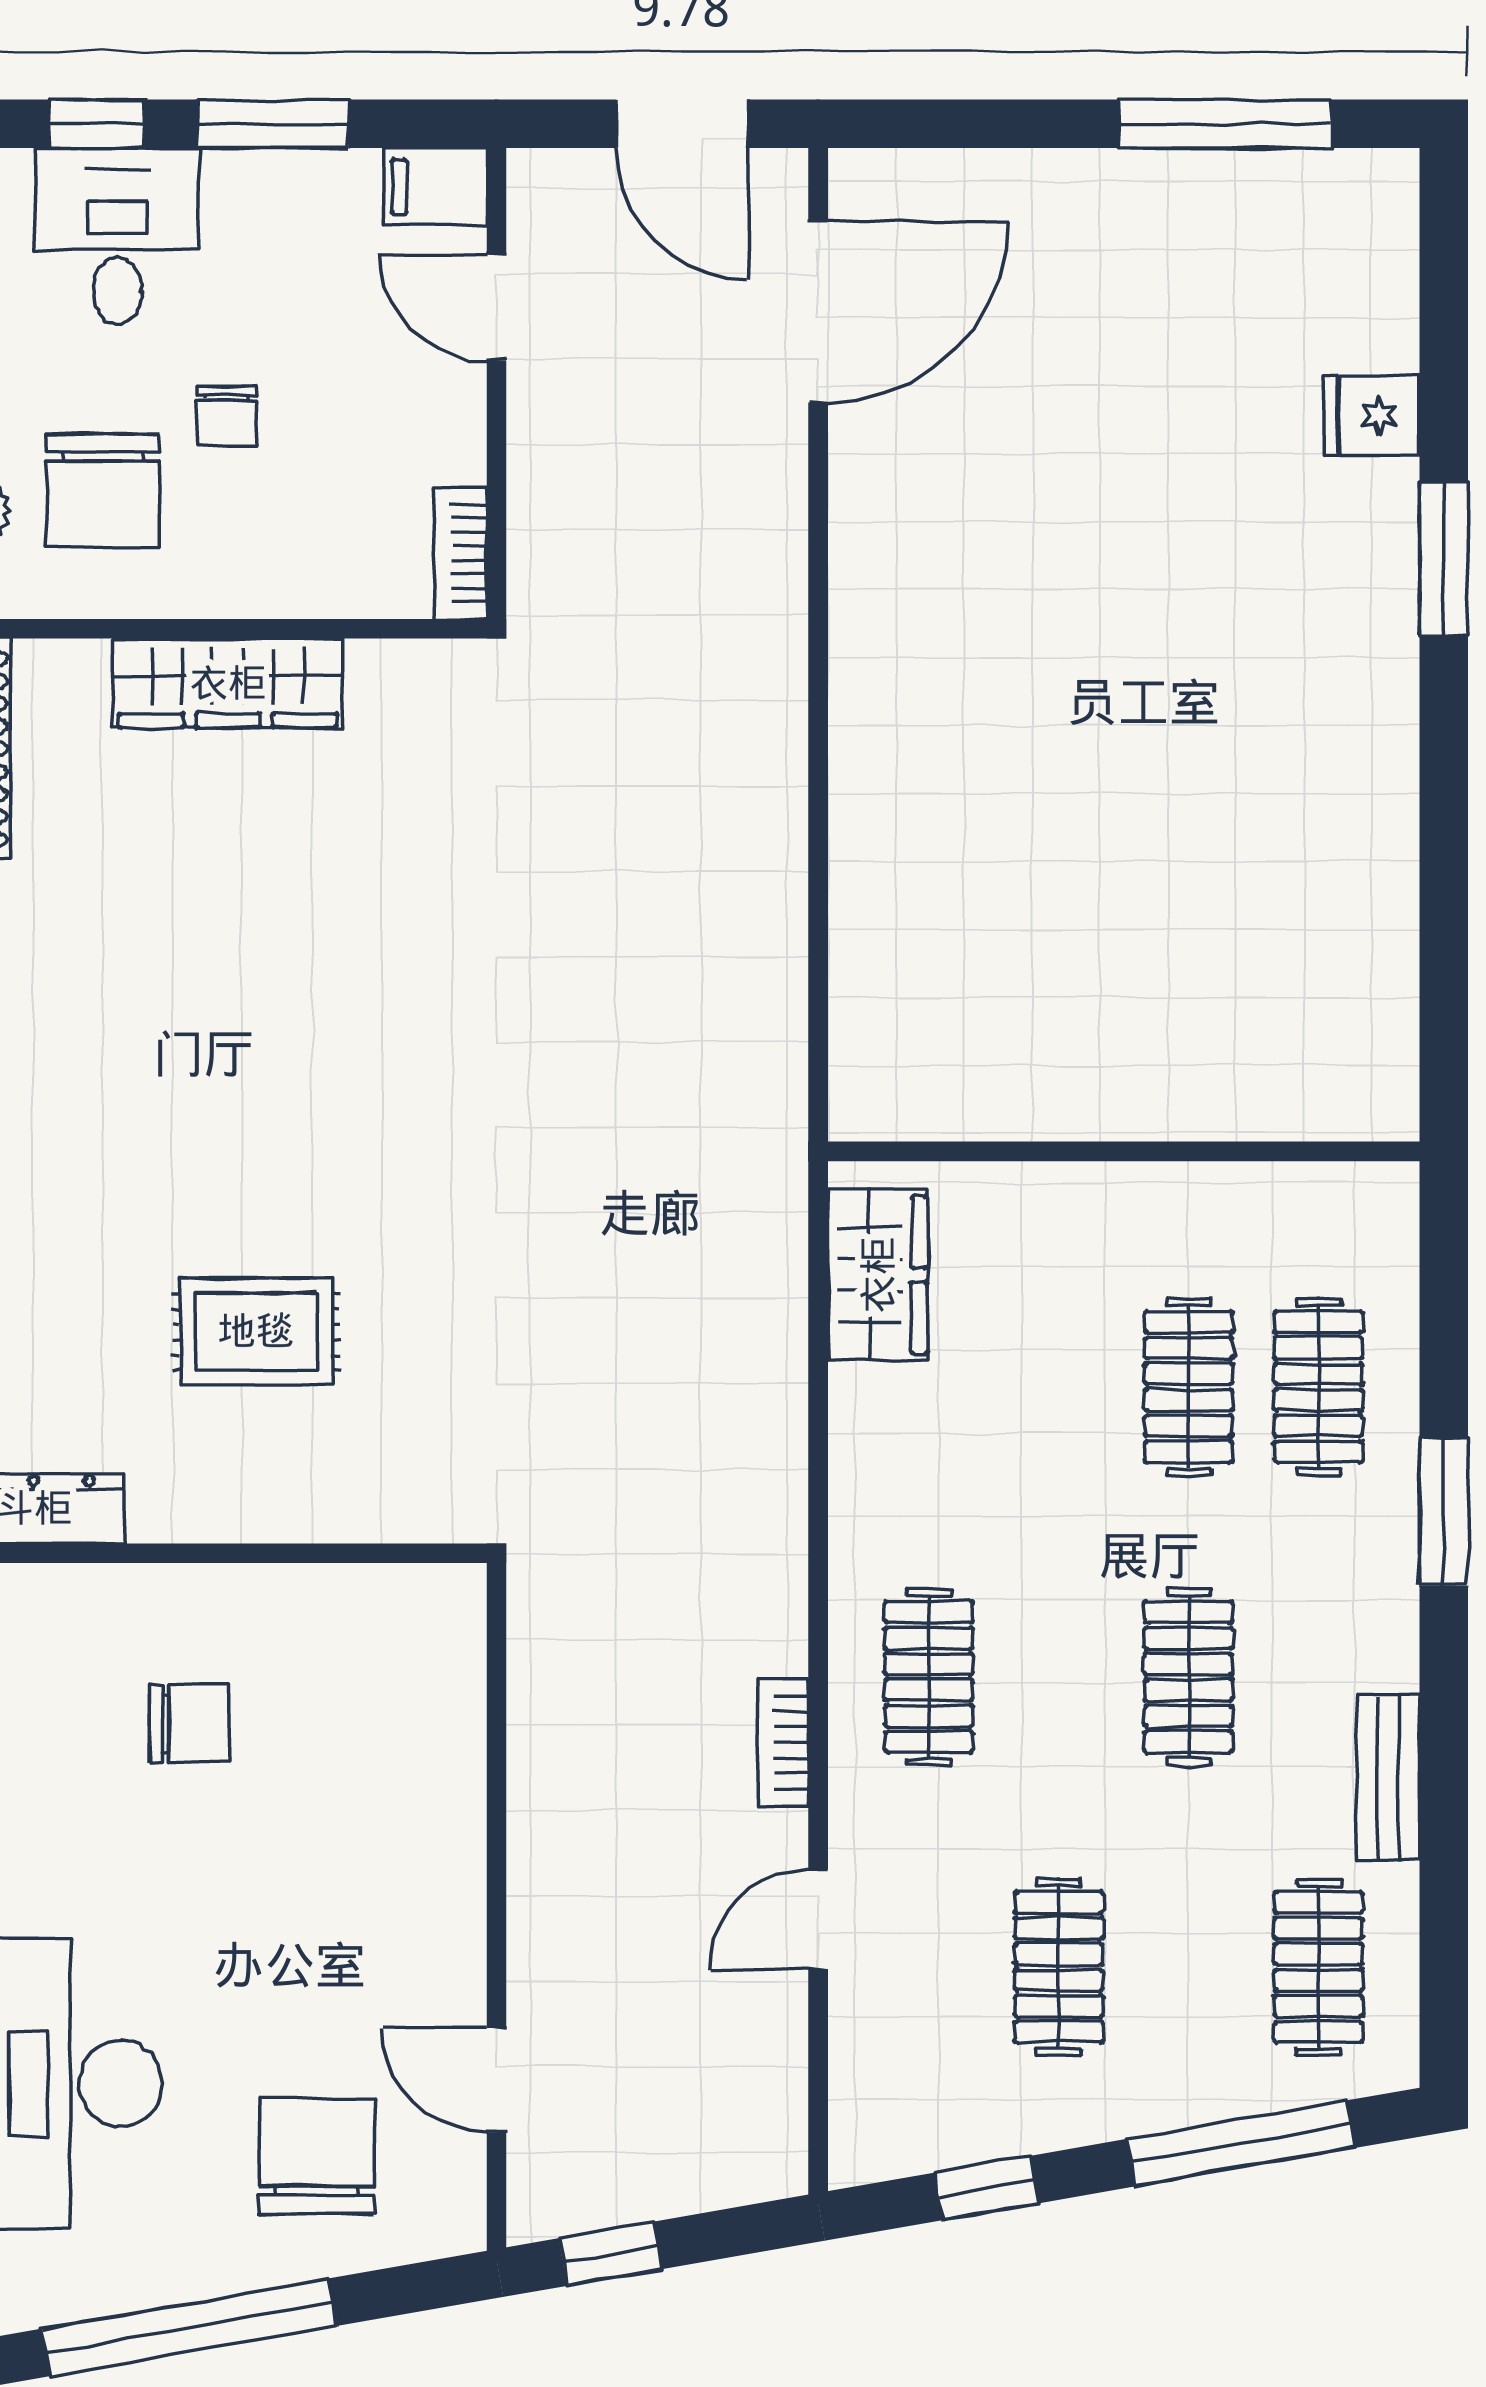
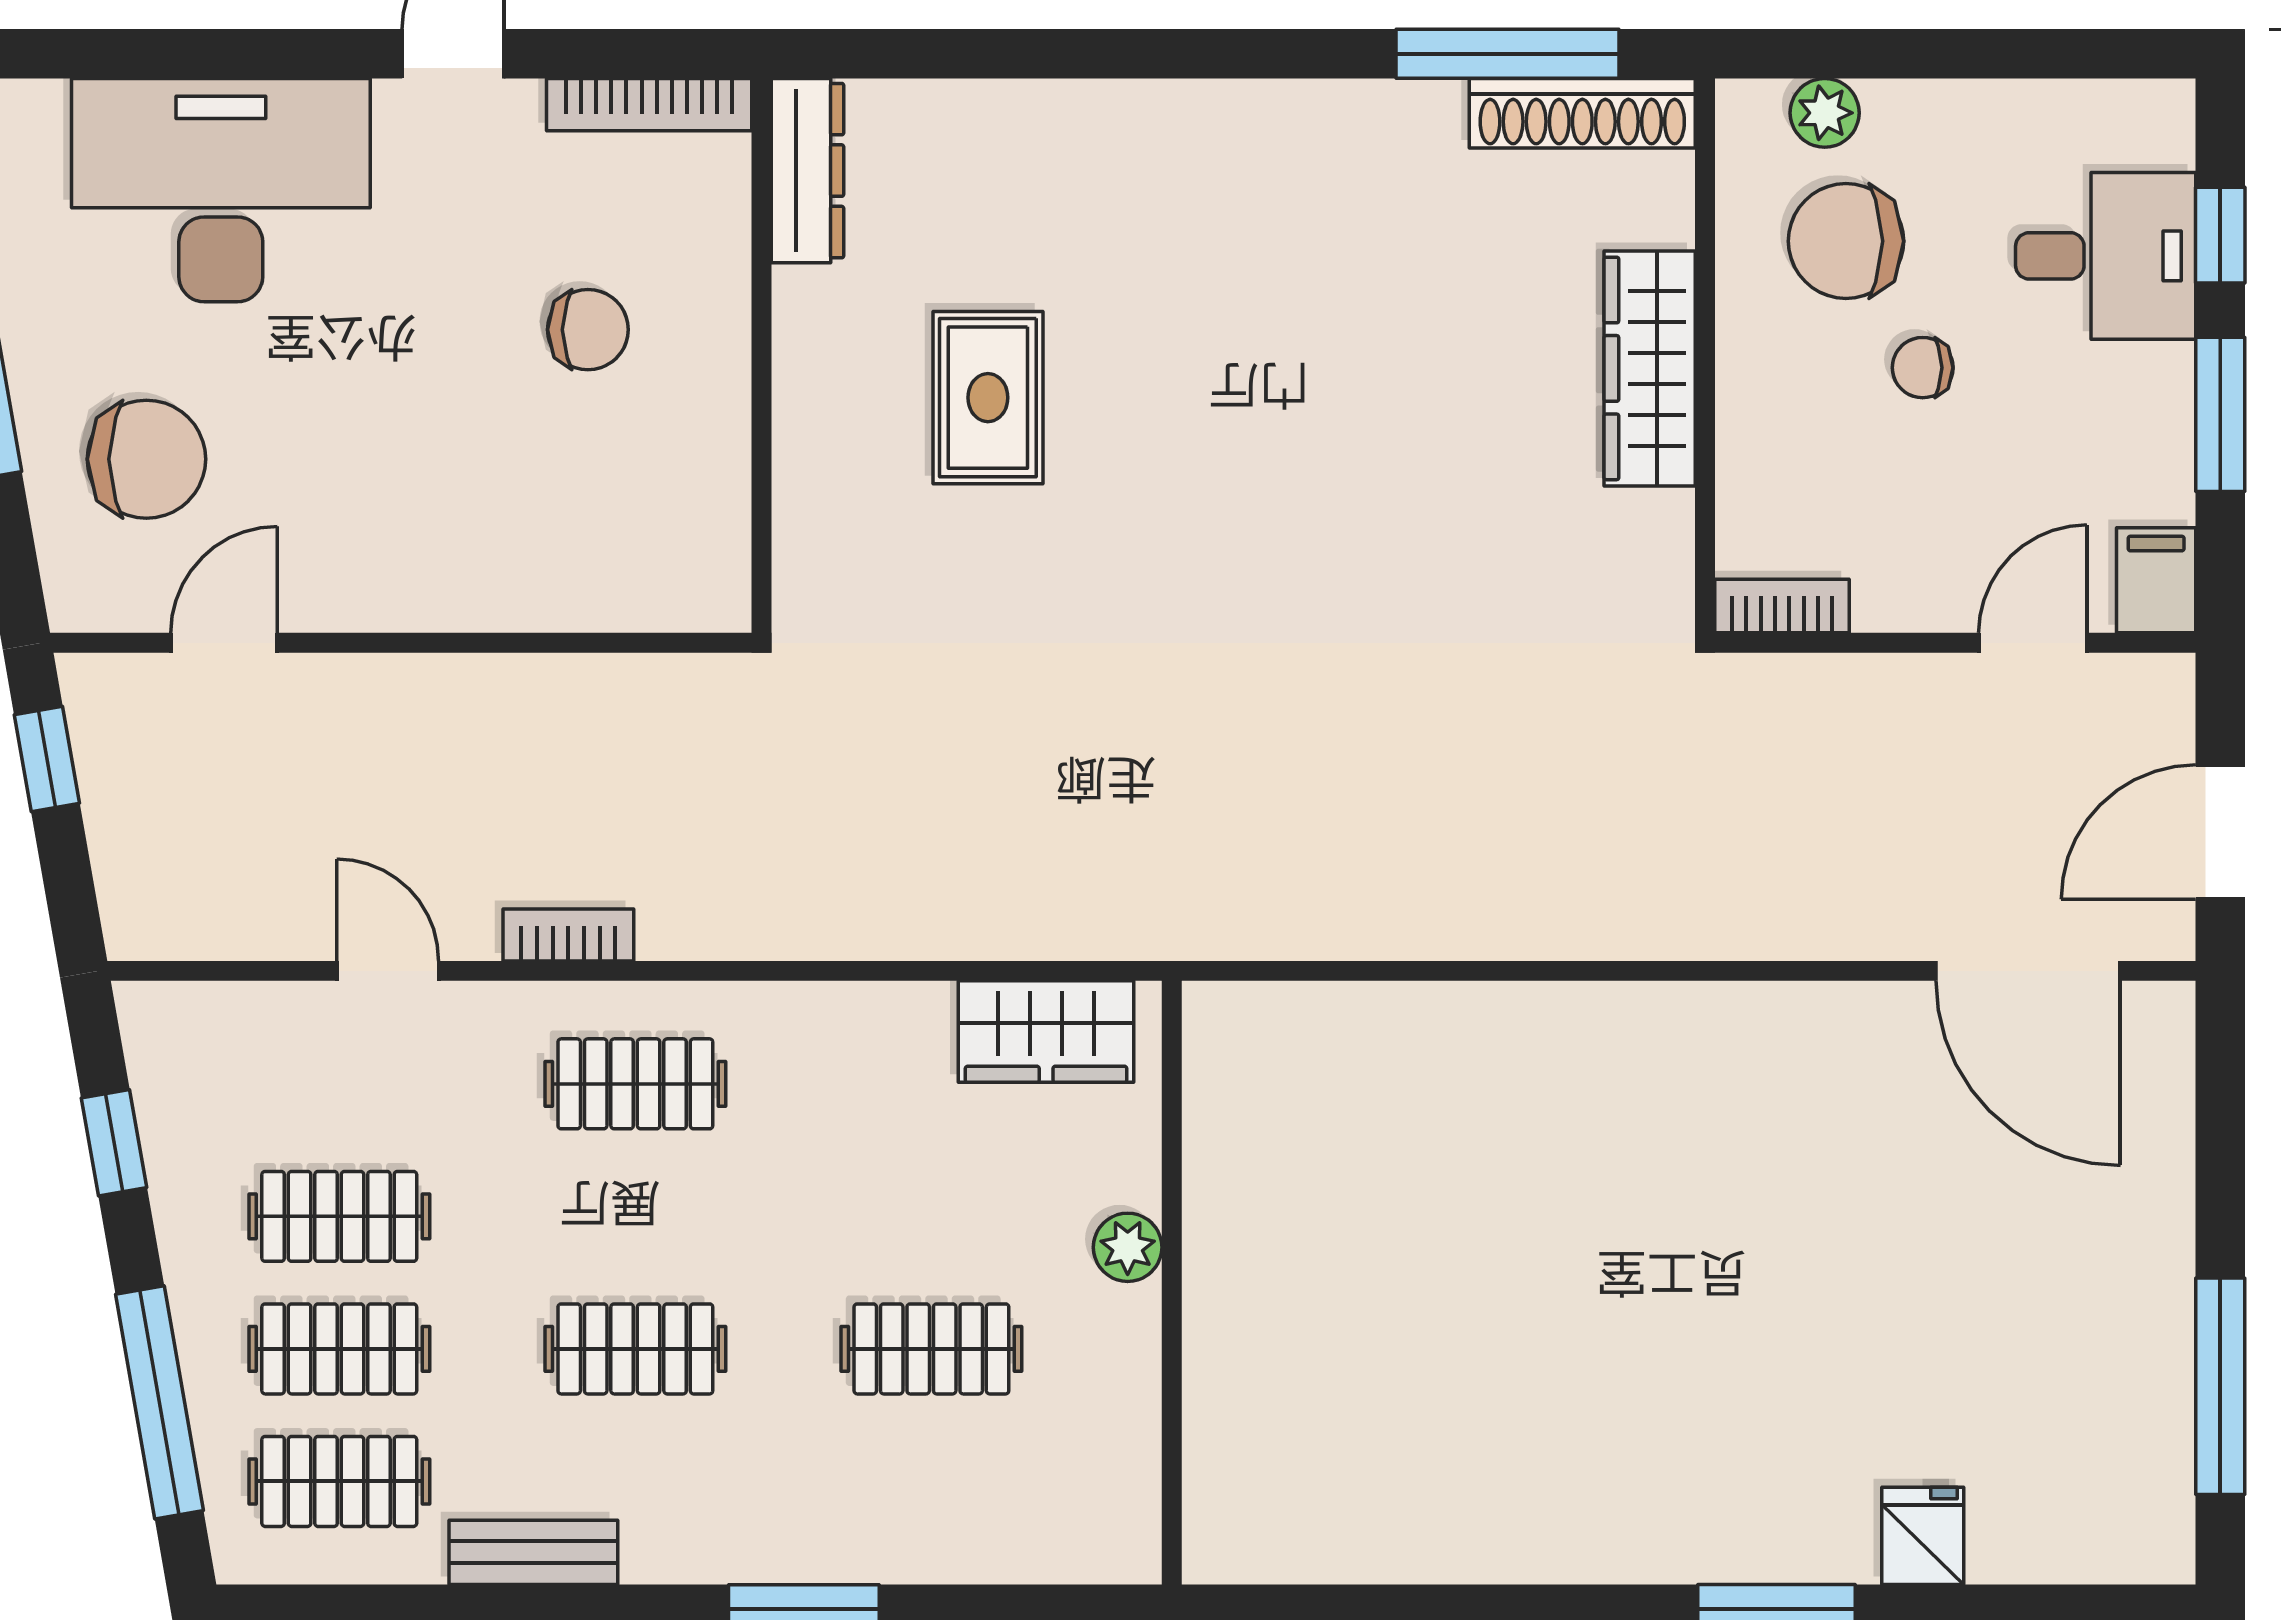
plant: (1089, 1195) -> (1128, 1247), added
clothes rail: (1318, 1387) -> (339, 1349), moved
chair: (190, 1723) -> (588, 330), turned -90

